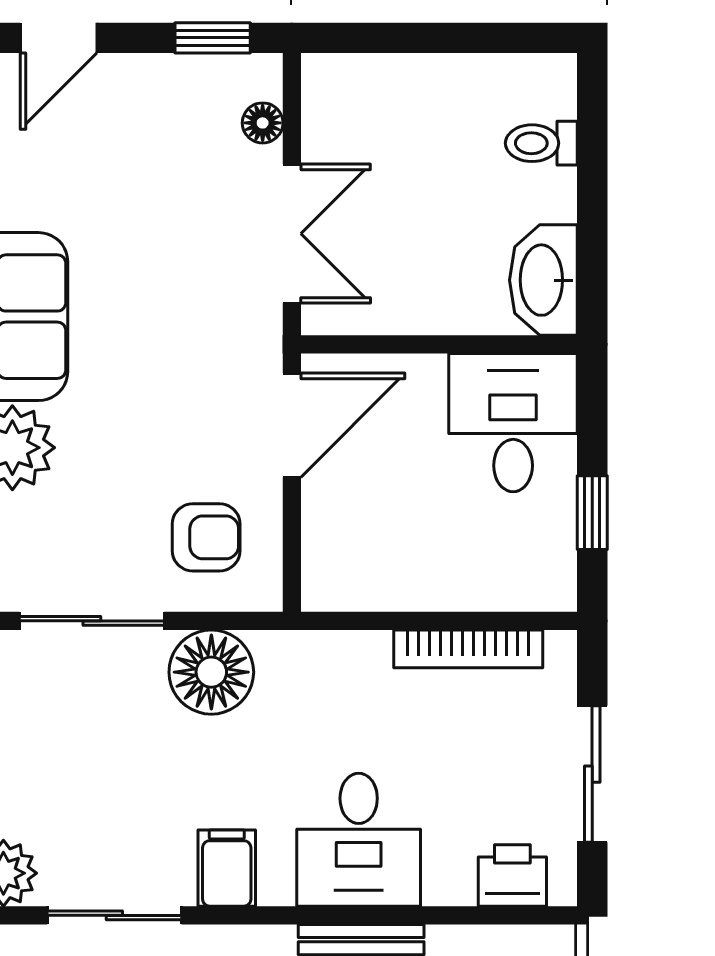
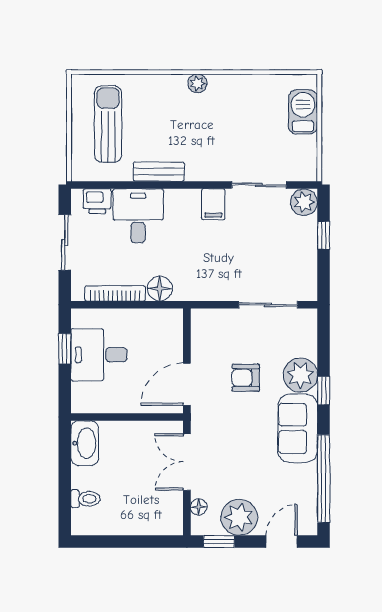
plant: (163, 98) -> (239, 517), added
desk: (513, 423) -> (99, 355), moved, turned 90
armchair: (206, 537) -> (246, 378), moved
floor lamp: (211, 672) -> (160, 289), moved, width x0.73, depth x0.73
desk: (359, 840) -> (138, 216), moved

